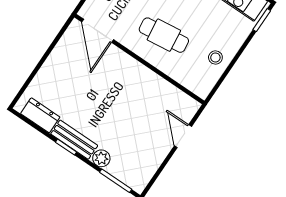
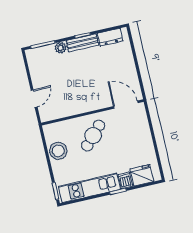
cafe table: (164, 35) -> (93, 136), turned -40
stool: (215, 57) -> (58, 151), width x1.89, depth x1.89
door: (183, 136) -> (34, 98), hinge flipped

